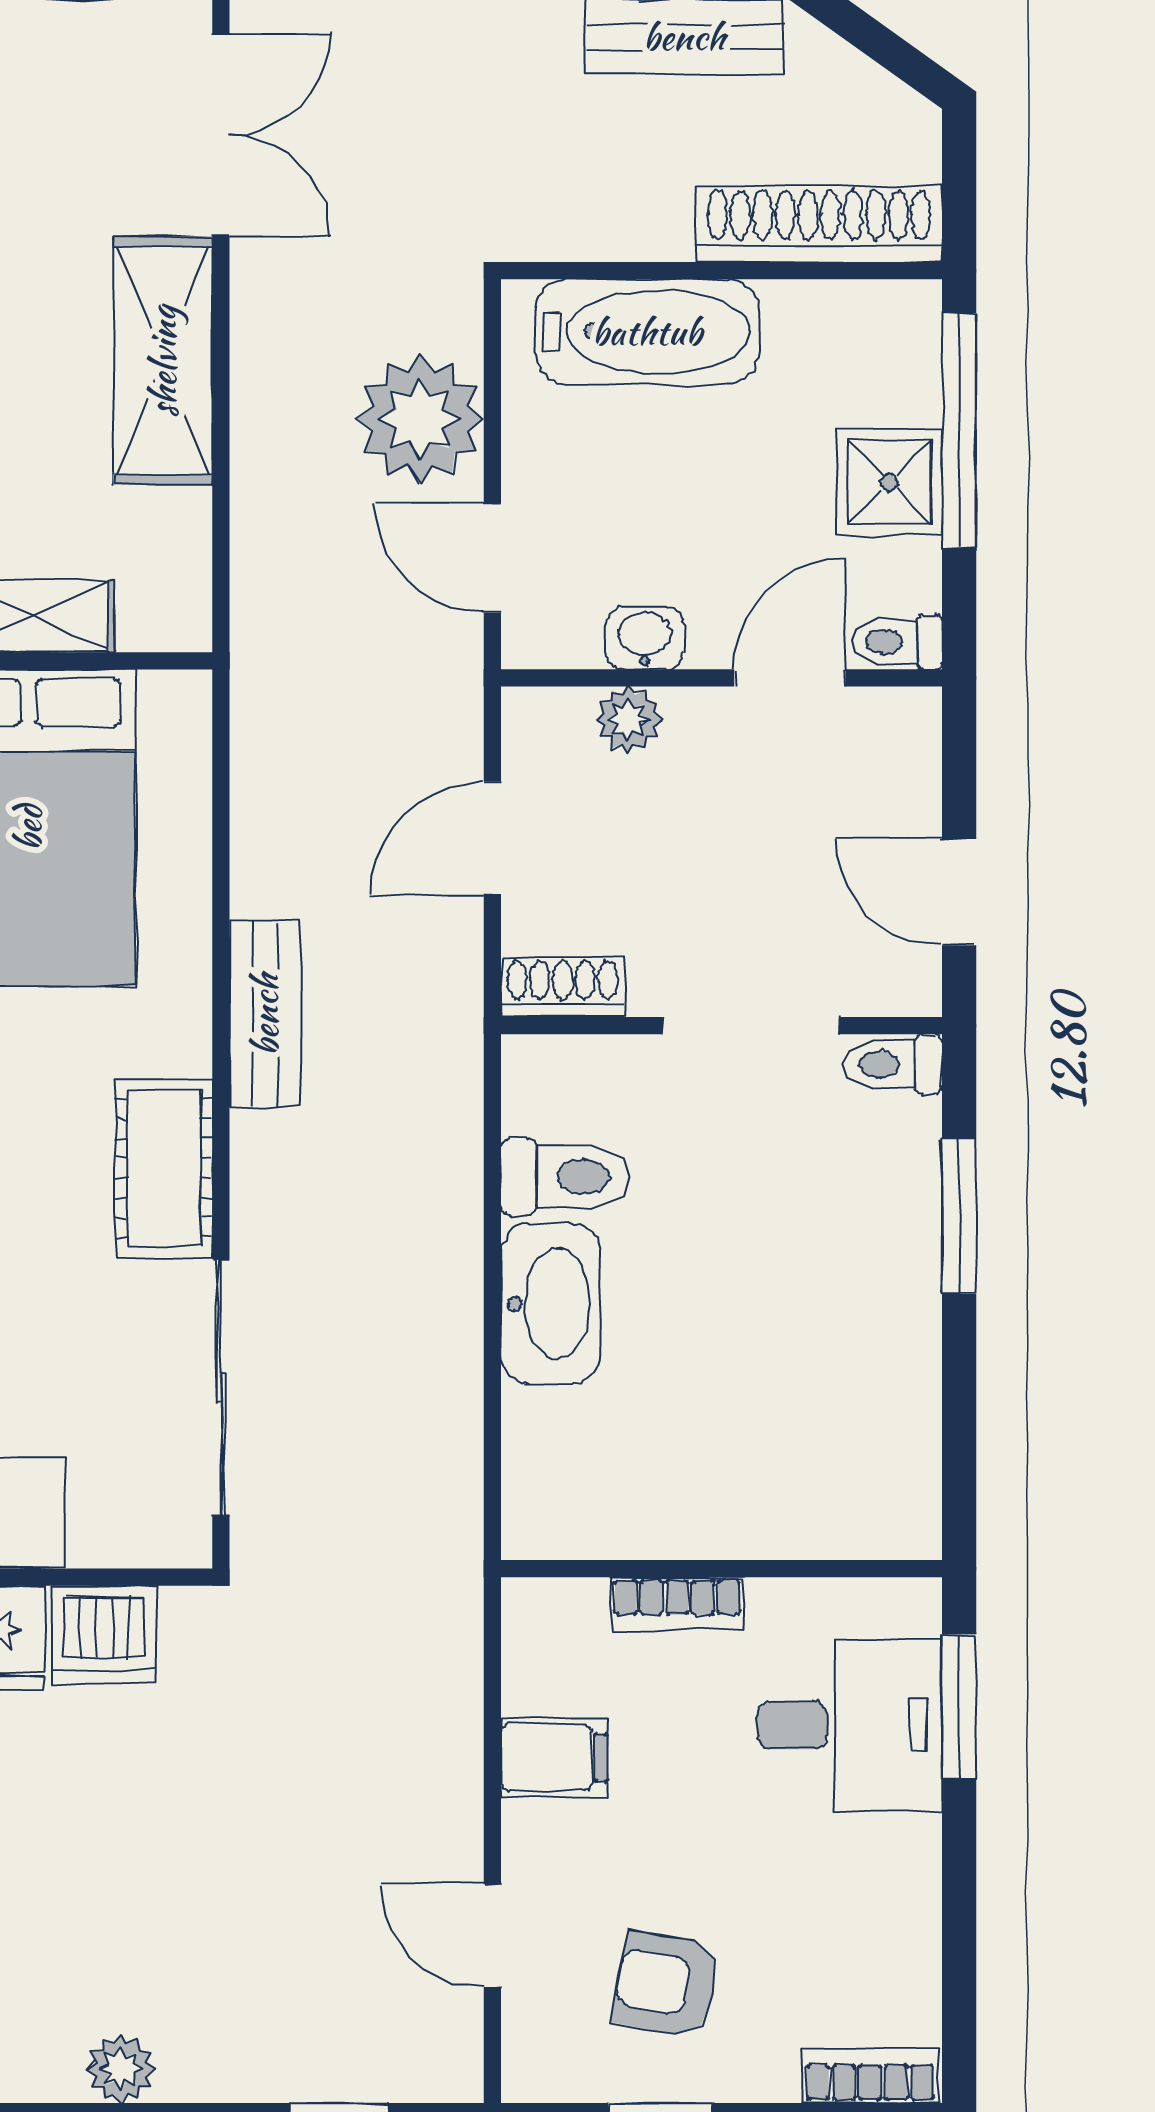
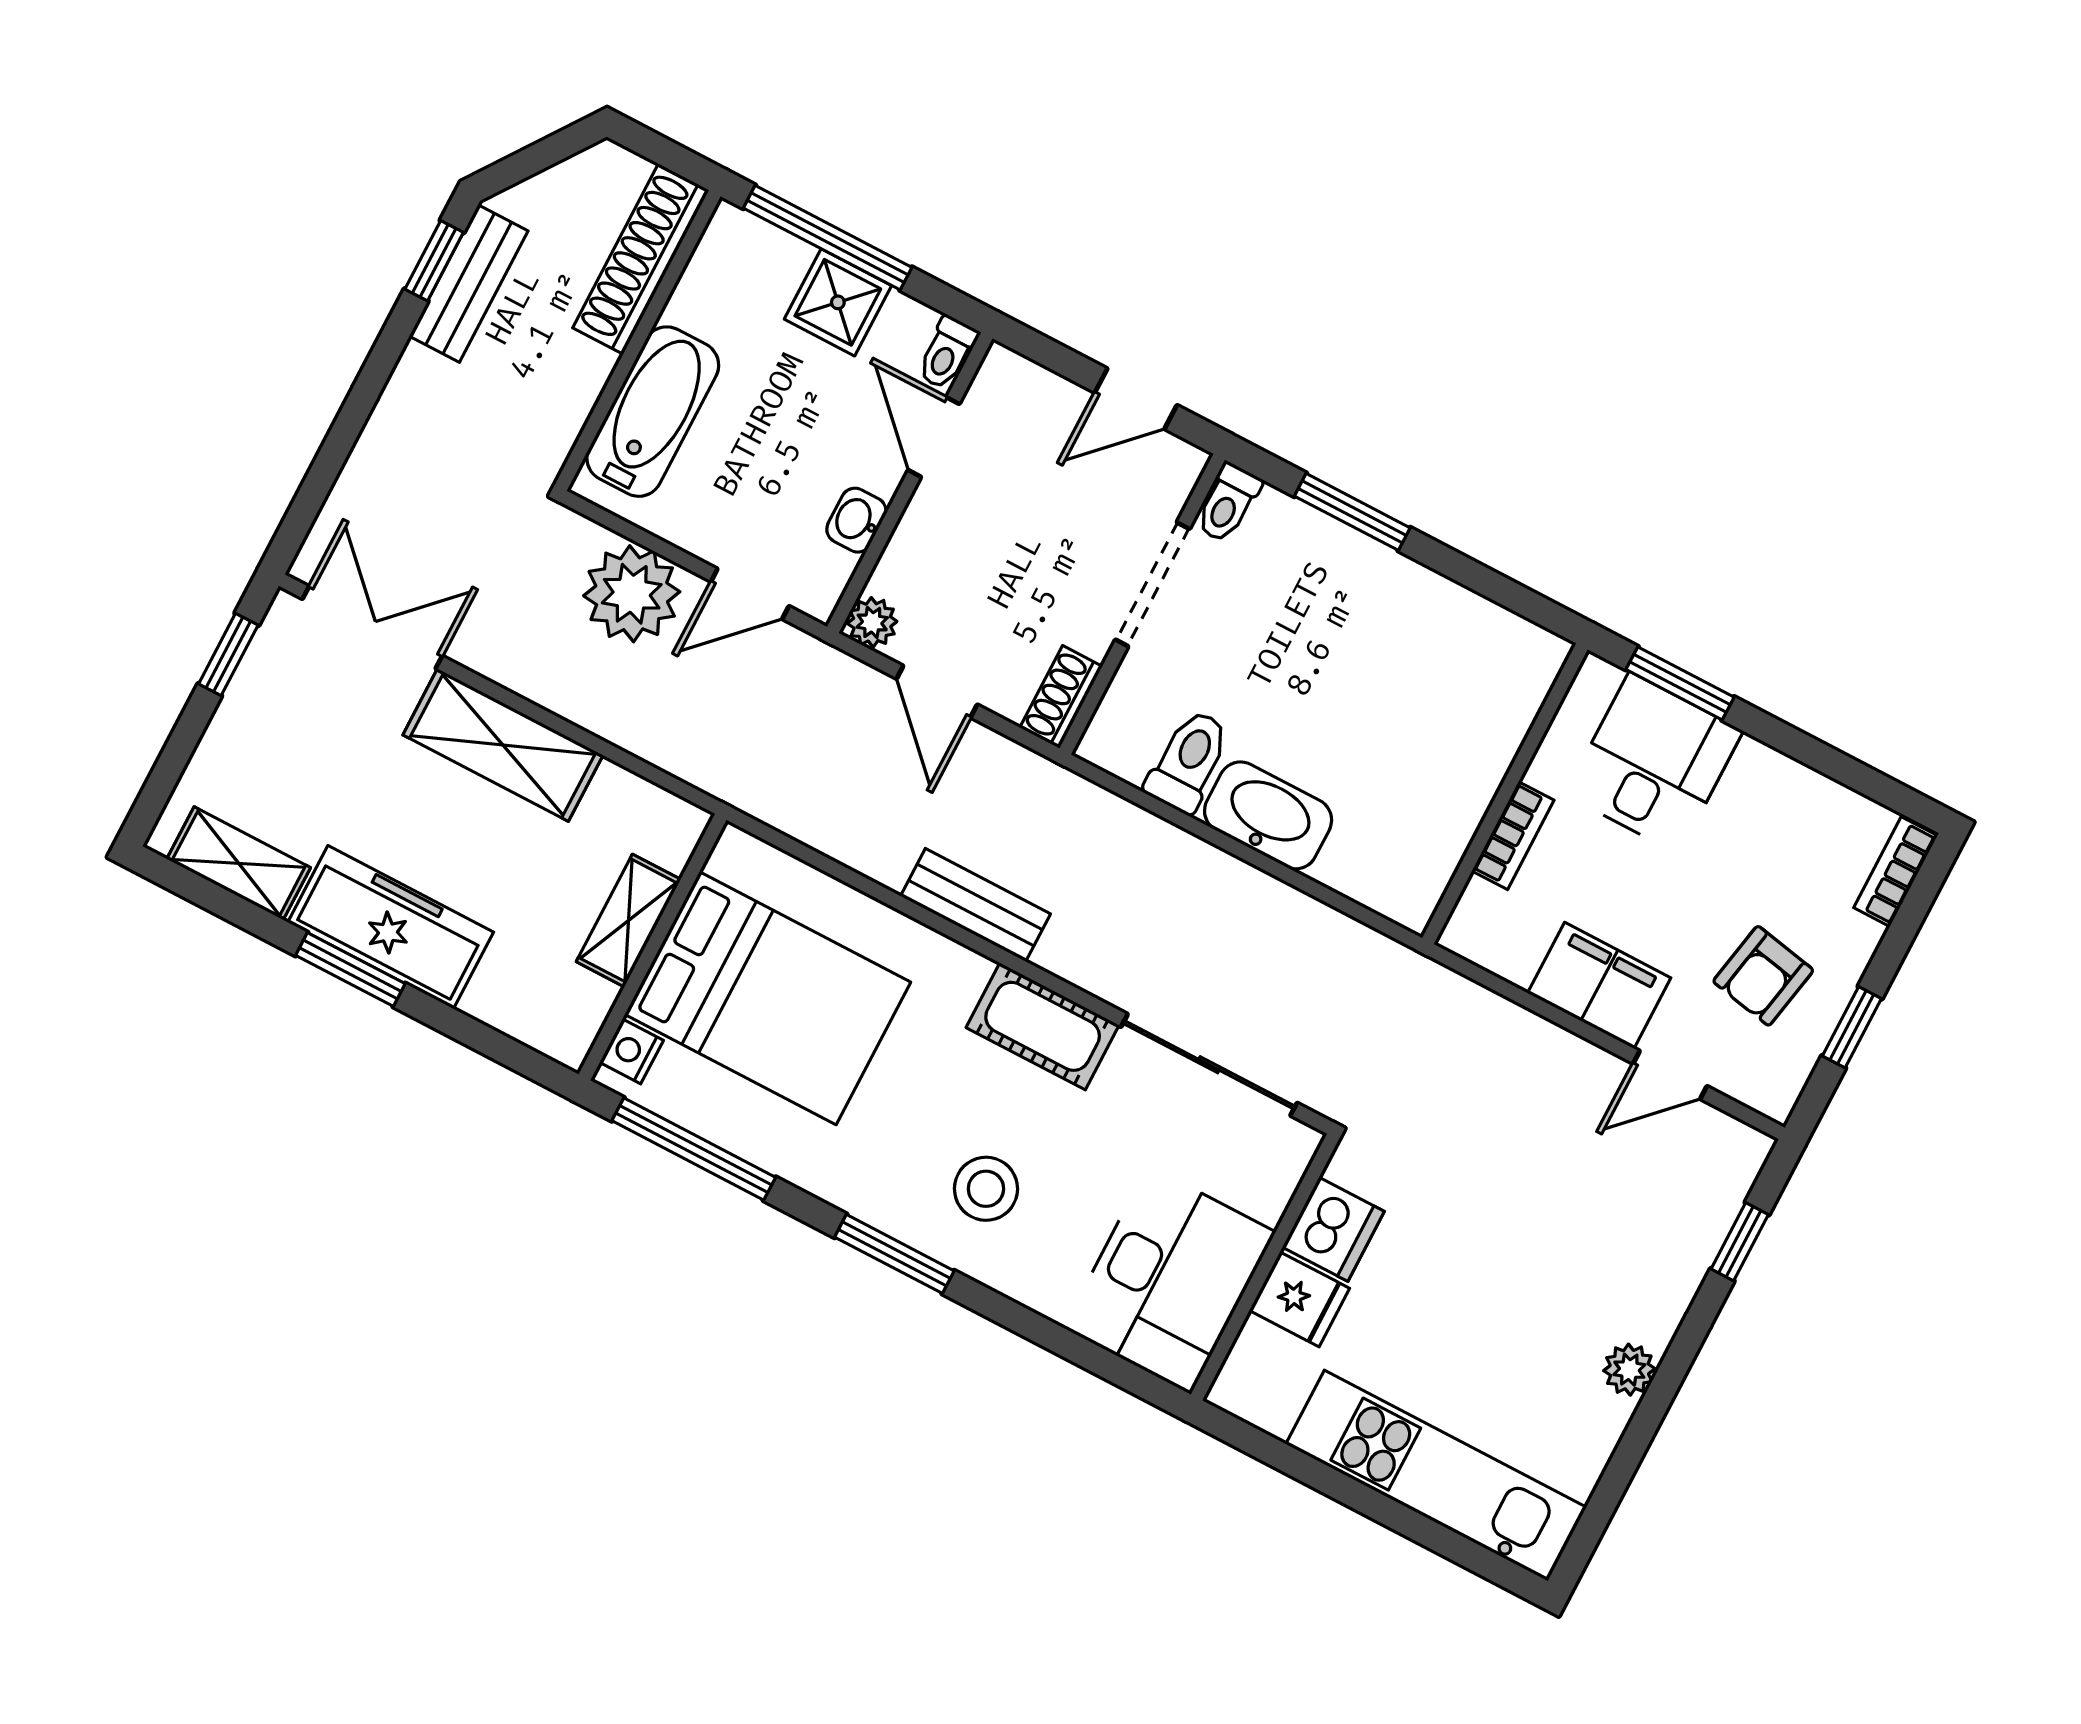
plant: (628, 719) -> (872, 622), moved
filing cabinet: (554, 1758) -> (1599, 986), width x2.00

